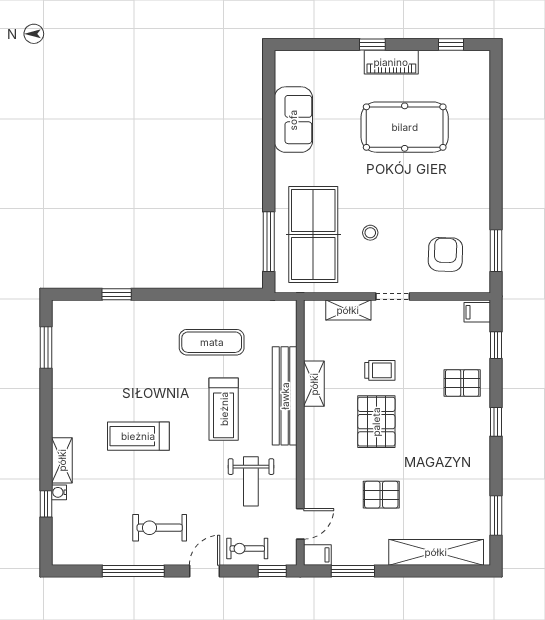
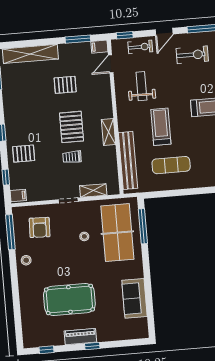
stool: (473, 200) -> (26, 260), added
window: (496, 251) -> (10, 232), width x1.44
shelving: (314, 384) -> (109, 132), moved
bench: (285, 396) -> (128, 160), moved

